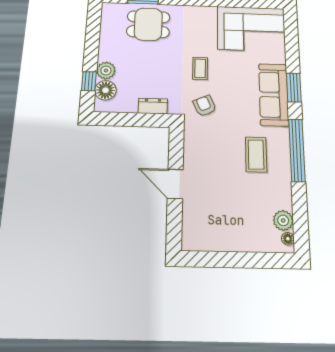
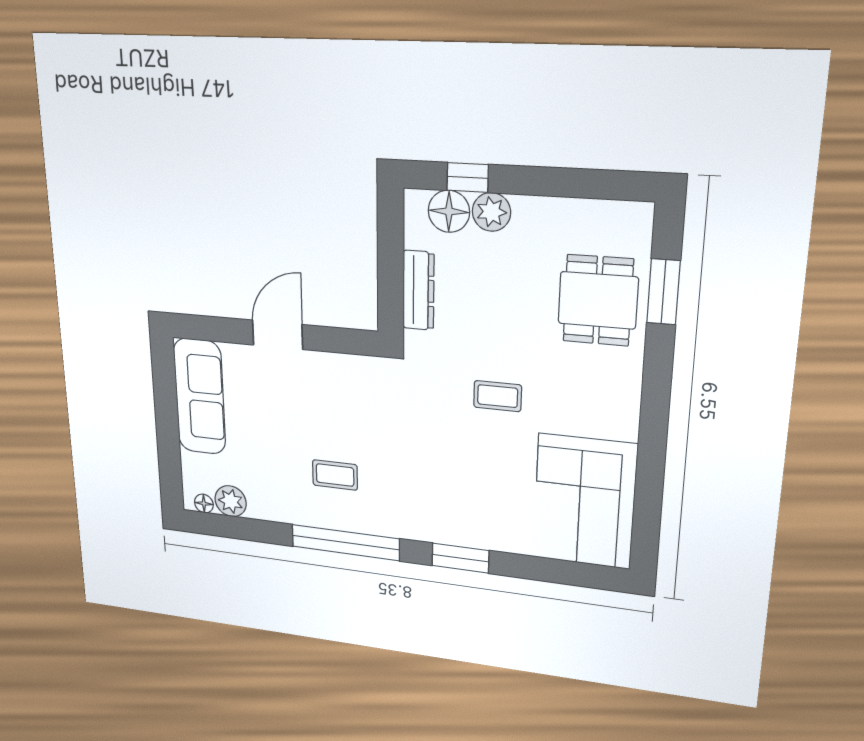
sofa: (274, 95) -> (200, 397), moved, turned 90
dresser: (153, 106) -> (418, 290), width x1.44
armchair: (205, 106) -> (421, 397), removed
coffee table: (256, 154) -> (335, 475), width x0.73, depth x0.77

